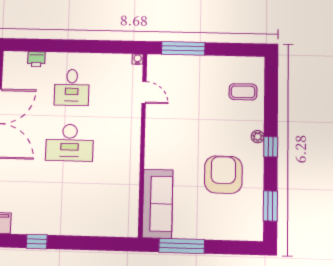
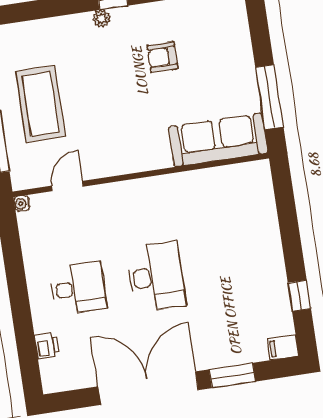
coffee table: (243, 92) -> (40, 104), moved, width x1.86, depth x1.72
armchair: (223, 175) -> (162, 57), width x0.53, depth x0.53

